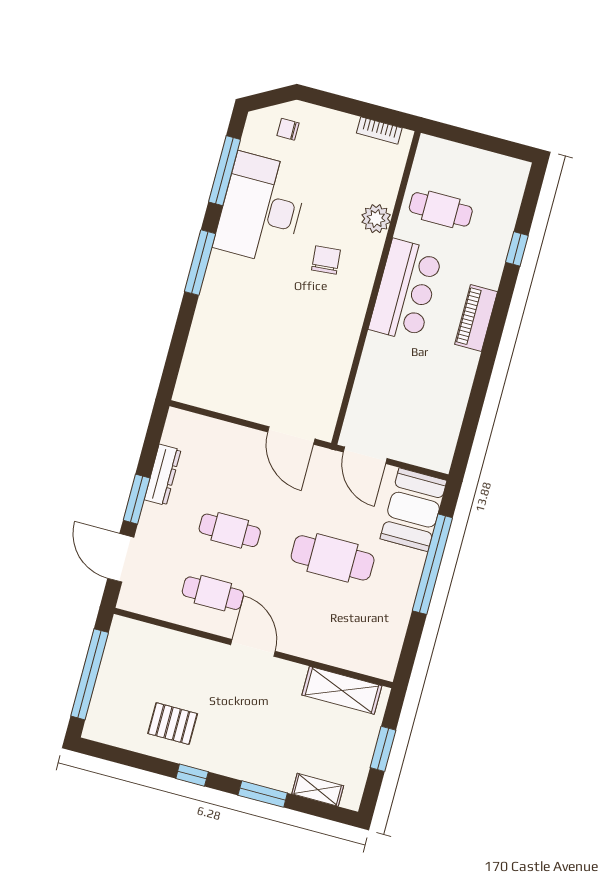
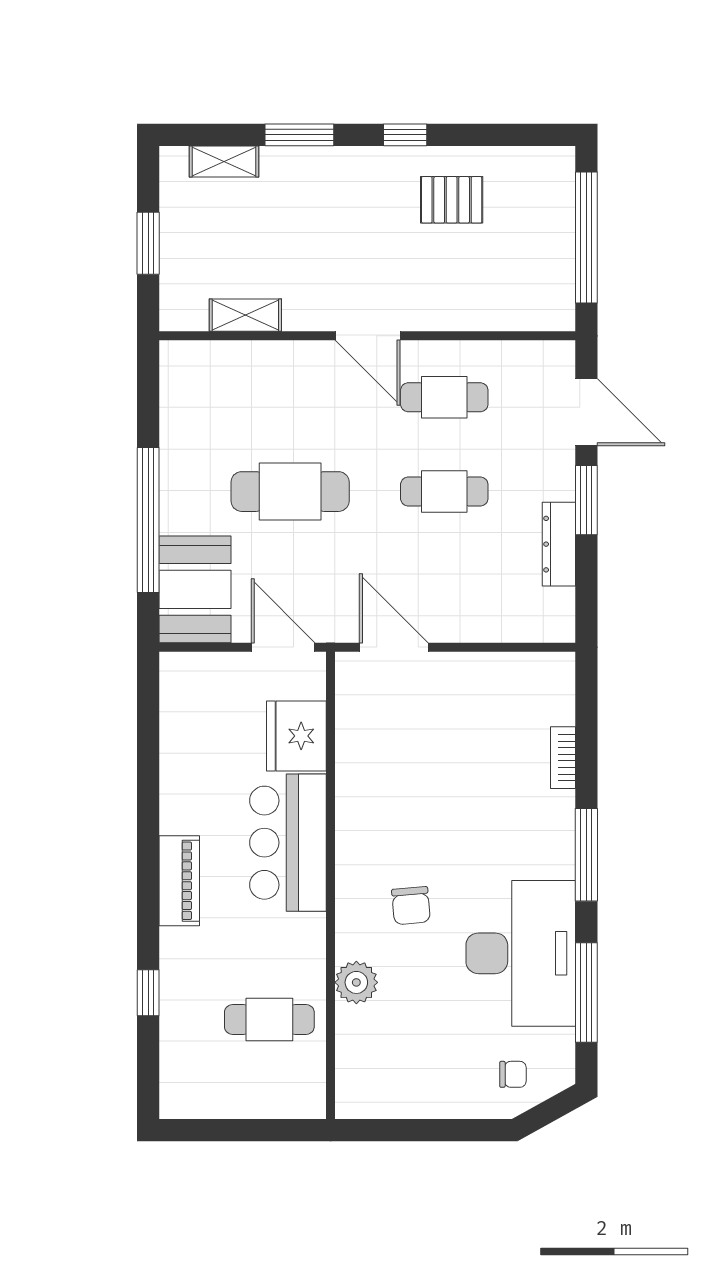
bookcase: (379, 130) -> (563, 758), moved, turned -90
bar counter: (406, 290) -> (288, 843), moved
fridge: (372, 394) -> (296, 736), added
shelving: (342, 690) -> (245, 315), width x0.67, depth x0.75

